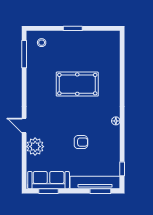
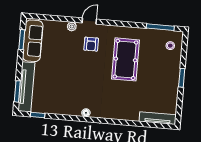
tv unit: (115, 49) -> (158, 118), added
pool table: (77, 84) -> (125, 59), moved
armchair: (81, 142) -> (91, 44), moved
plant: (35, 147) -> (72, 27), width x0.53, depth x0.53

